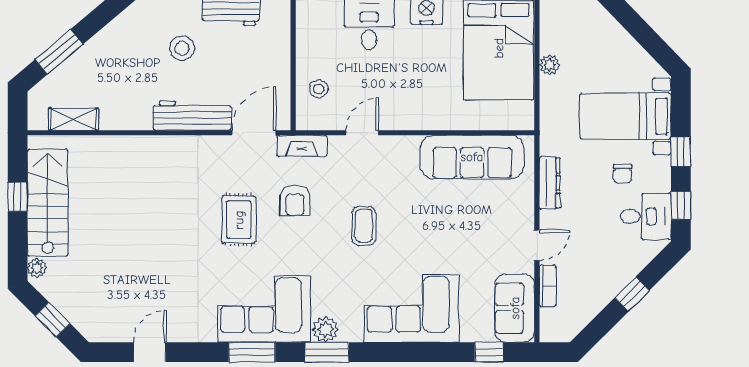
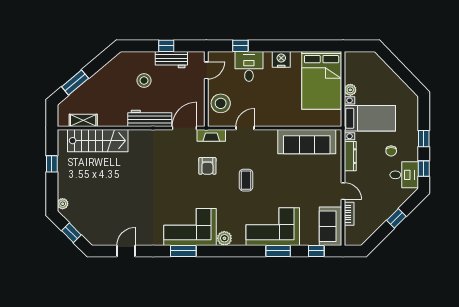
door: (293, 30) -> (206, 70), added
stool: (319, 89) -> (221, 103), width x1.89, depth x1.89
bed with nightstands: (626, 116) -> (370, 118), moved, turned 180
stairs: (48, 203) -> (98, 141), moved, turned 90
rug: (239, 220) -> (176, 177), removed
door: (537, 245) -> (343, 191), hinge flipped
window: (327, 352) -> (278, 251), moved

